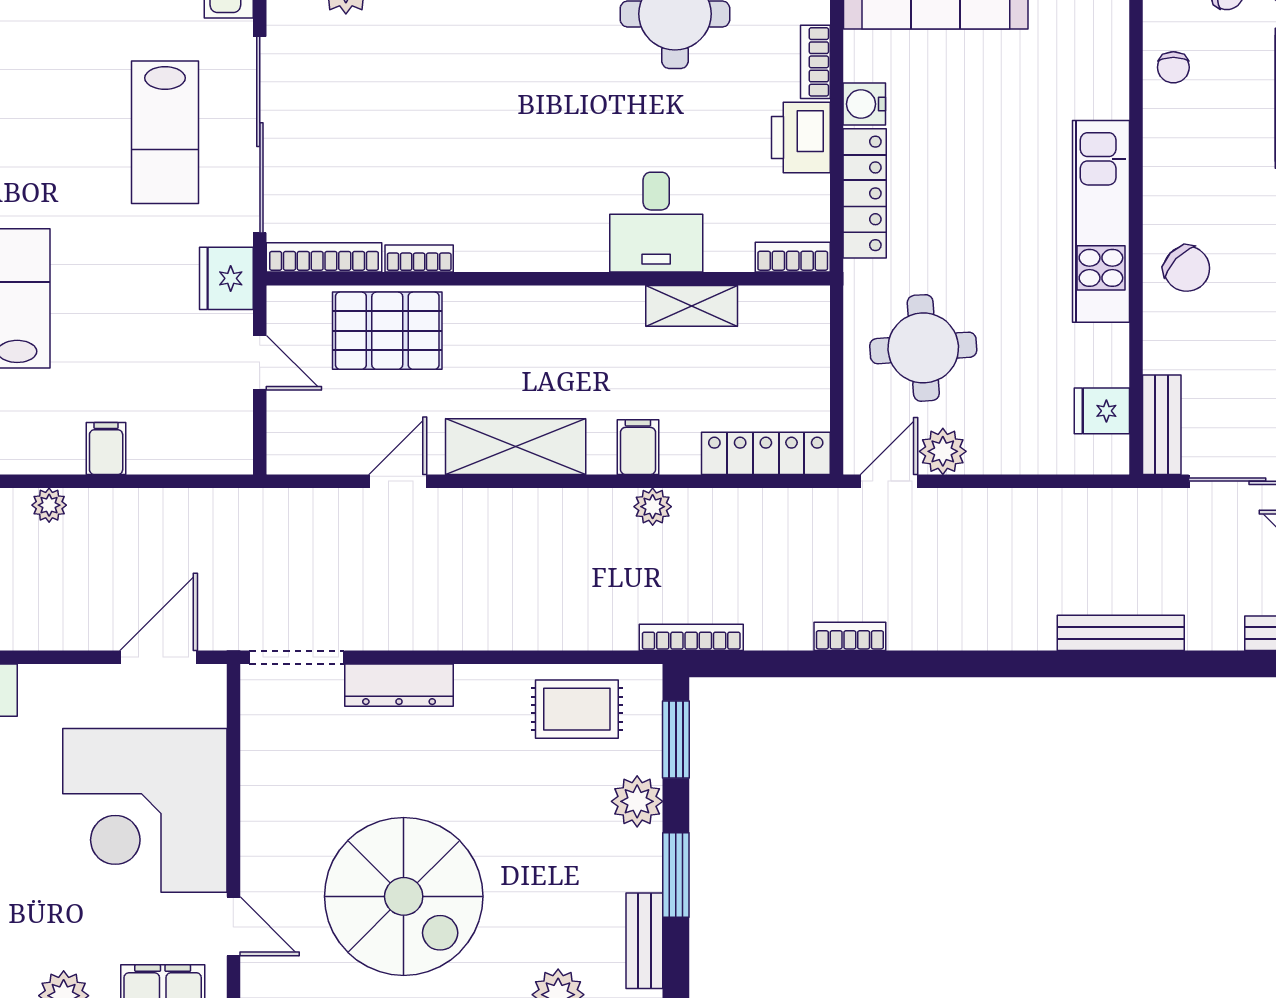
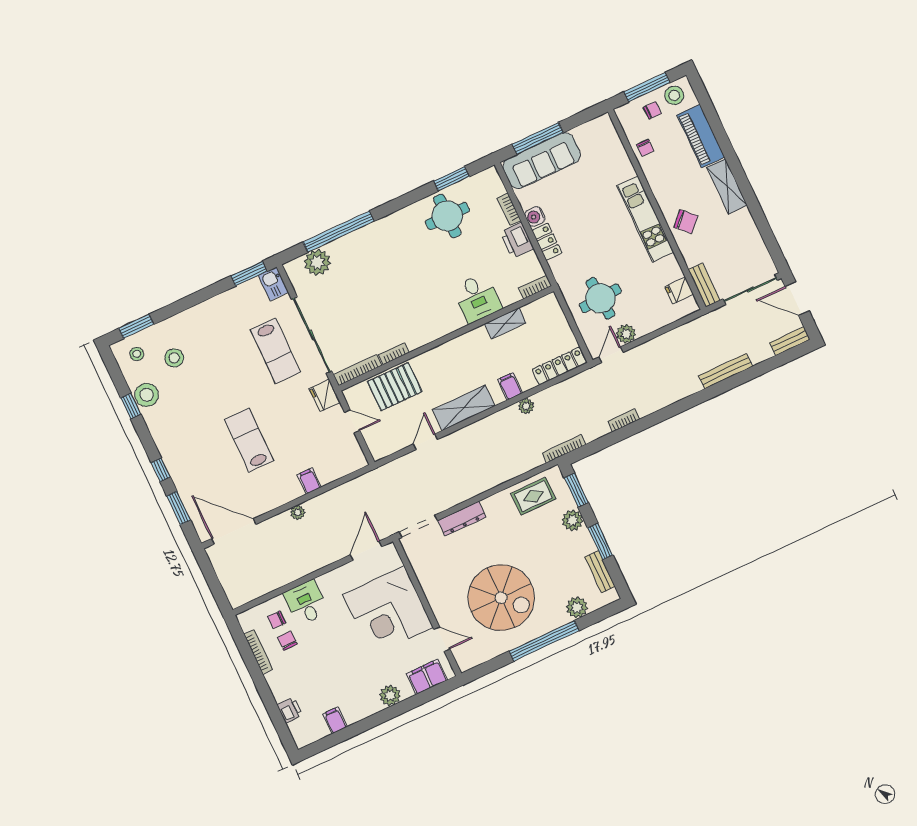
locker: (865, 193) -> (547, 242), width x0.66

